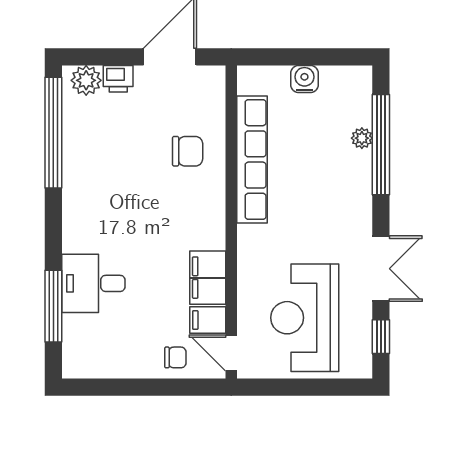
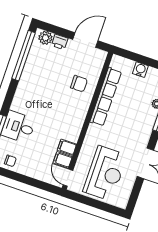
filing cabinet: (208, 278) -> (67, 147), width x0.50
reception desk: (305, 318) -> (105, 173), turned 180
window: (381, 337) -> (135, 193), removed
chair: (175, 357) -> (10, 161), moved

